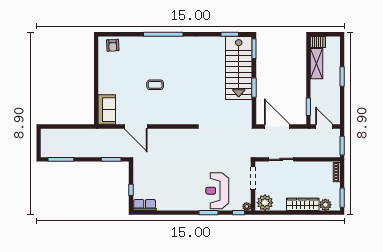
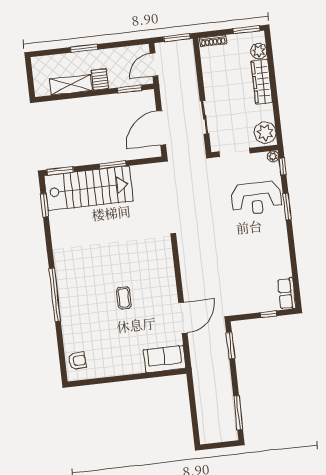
server rack: (318, 42) -> (100, 79), moved

